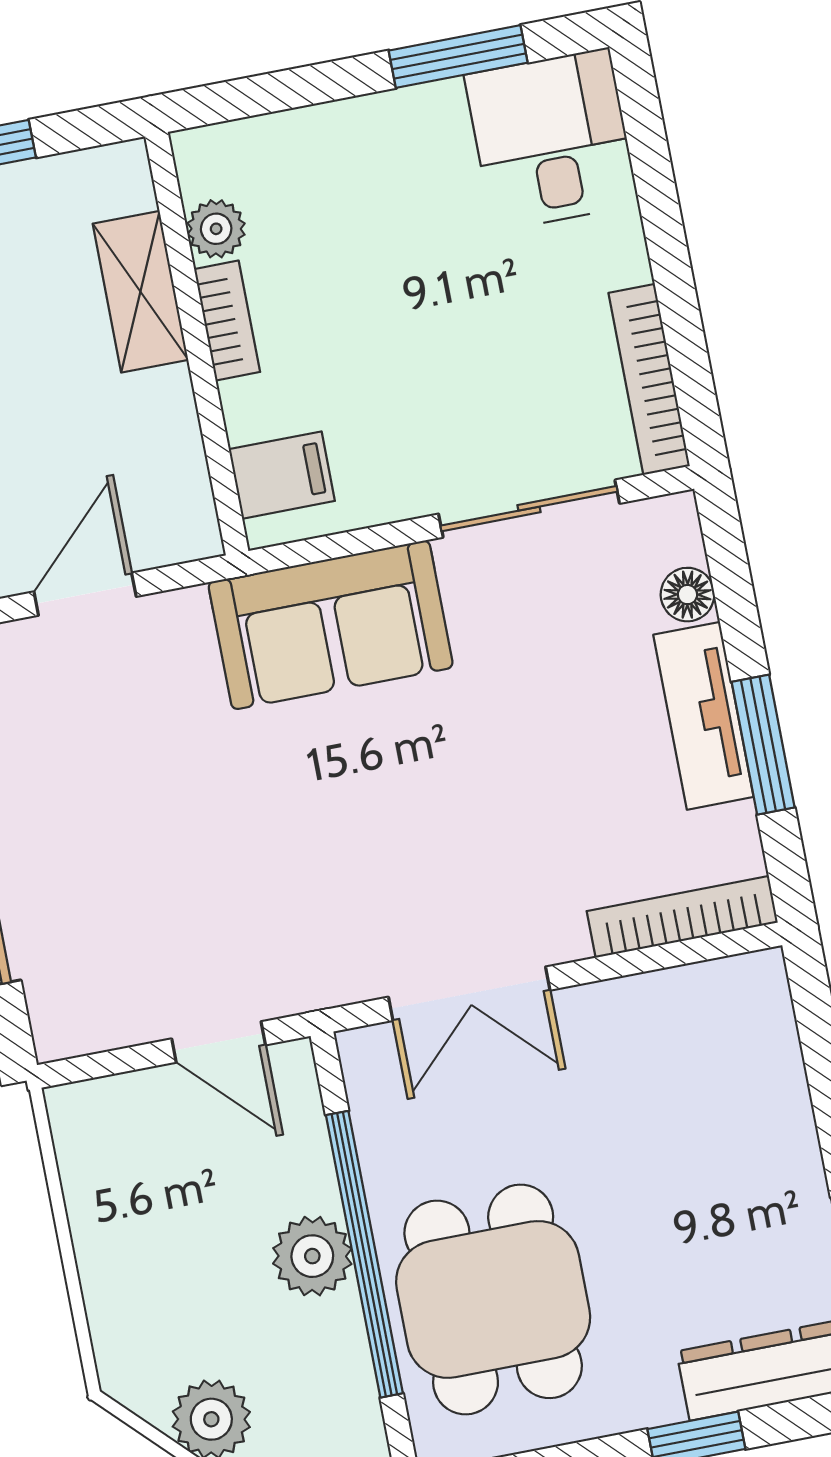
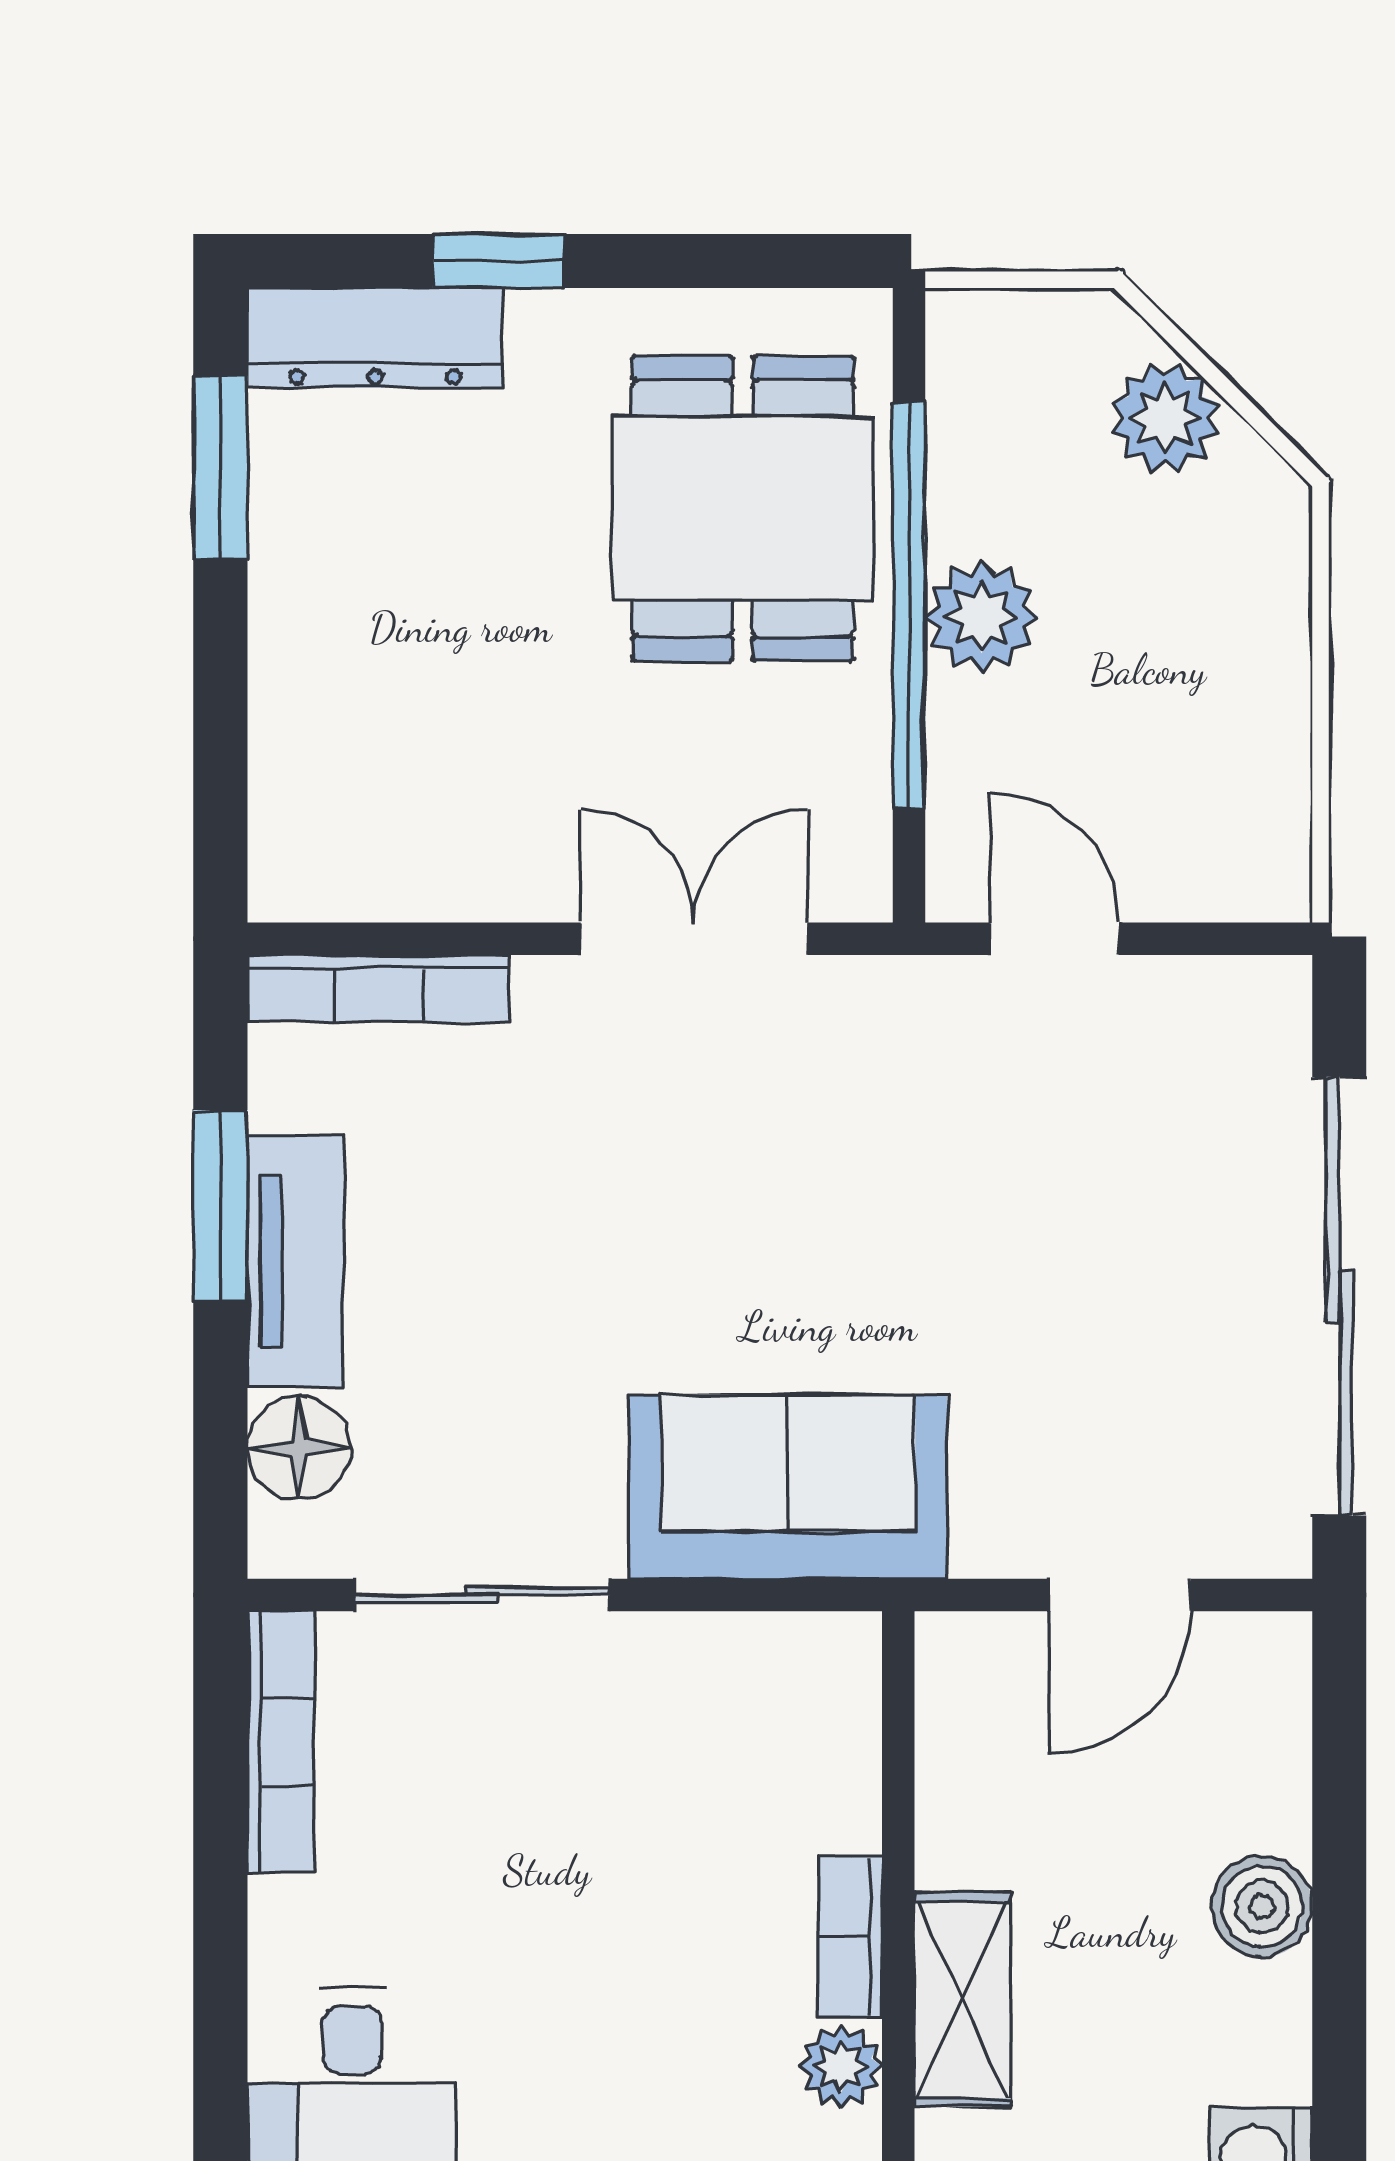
filing cabinet: (282, 475) -> (815, 1708), removed
floor lamp: (687, 595) -> (299, 1448), width x1.37, depth x1.37

